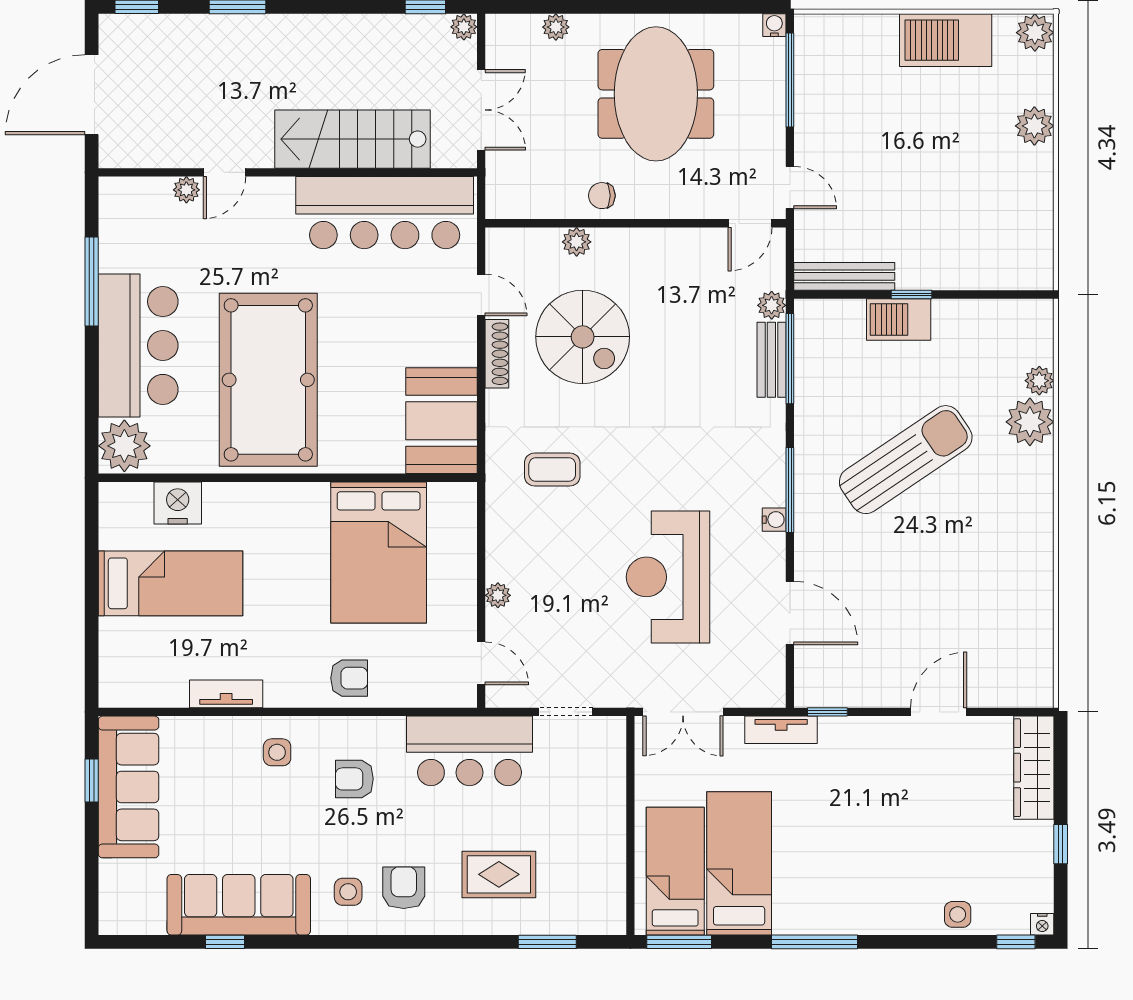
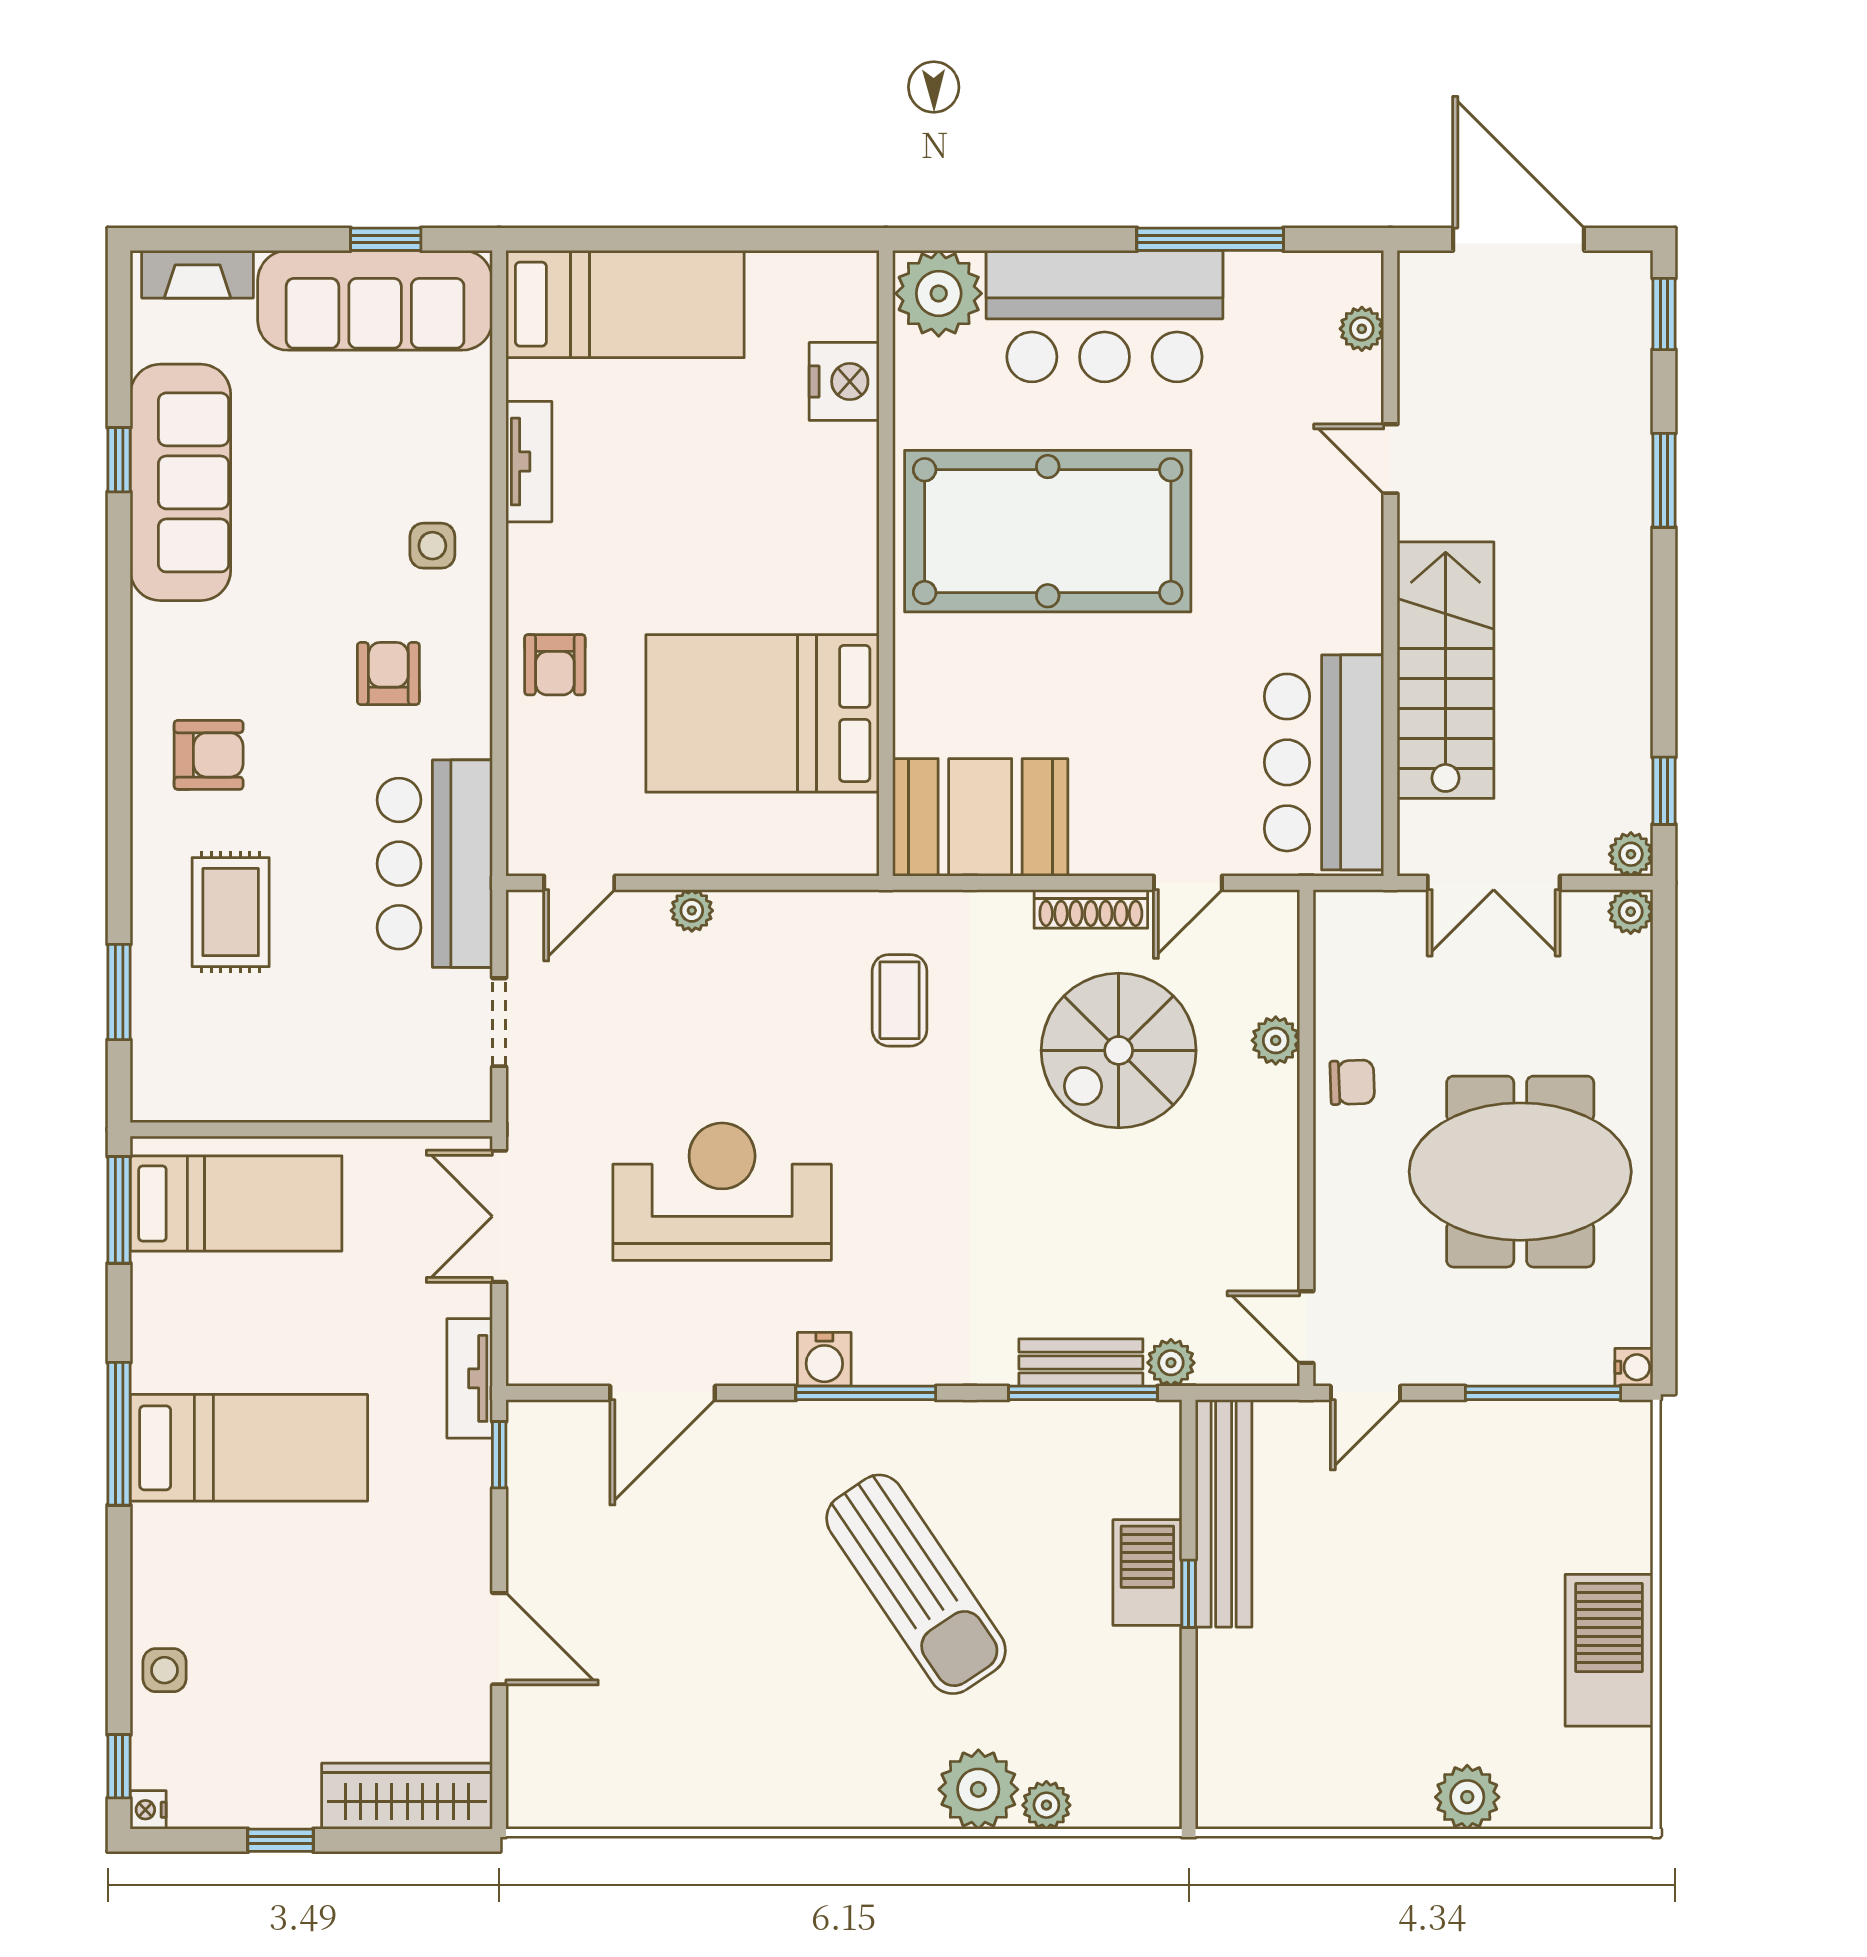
plant: (556, 27) -> (1631, 912), moved
plant: (1035, 33) -> (1622, 1798), removed
plant: (186, 190) -> (1362, 329), moved
chair: (602, 196) -> (1352, 1082), turned 88
bar counter: (385, 213) -> (1324, 762), width x0.73
bench: (844, 276) -> (1224, 1513), width x1.37, depth x1.21
water cooler: (774, 520) -> (824, 1359), width x1.38, depth x1.38
bed: (170, 583) -> (625, 304), moved, turned -90
bed: (739, 863) -> (249, 1448), moved
side table: (348, 892) -> (202, 663), removed
fireplace: (113, 894) -> (197, 274), added

